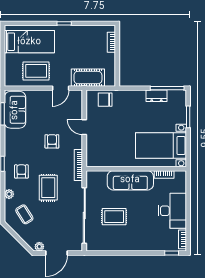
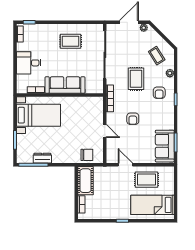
cot: (88, 78) -> (85, 181), moved, turned 90
door: (61, 88) -> (125, 165), hinge flipped
desk: (172, 211) -> (29, 63), width x0.73
rug: (114, 217) -> (71, 41), moved

